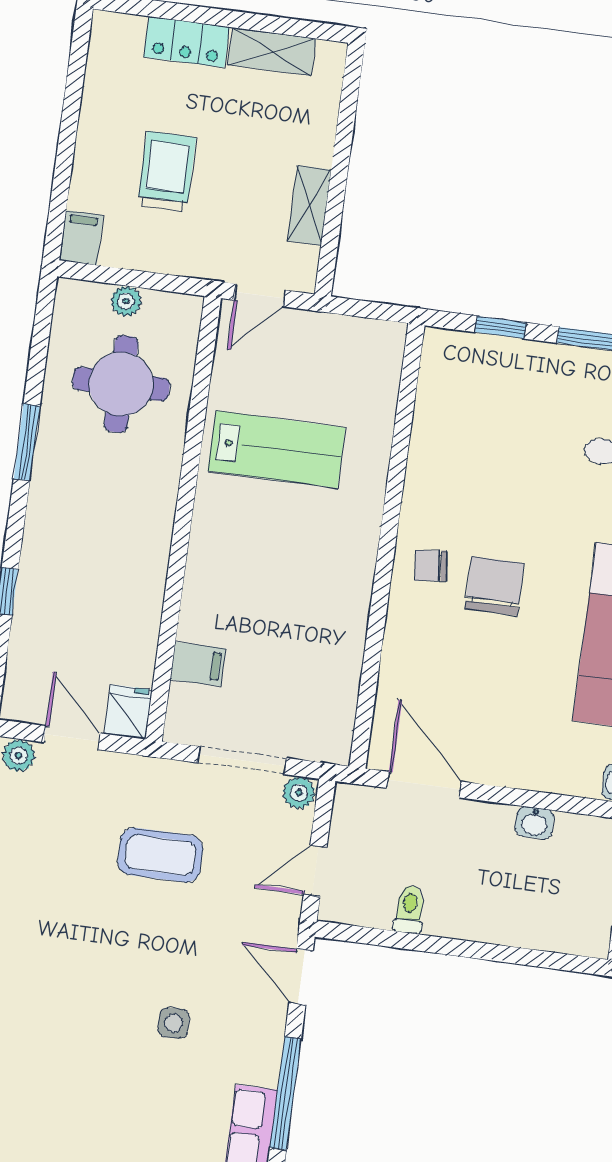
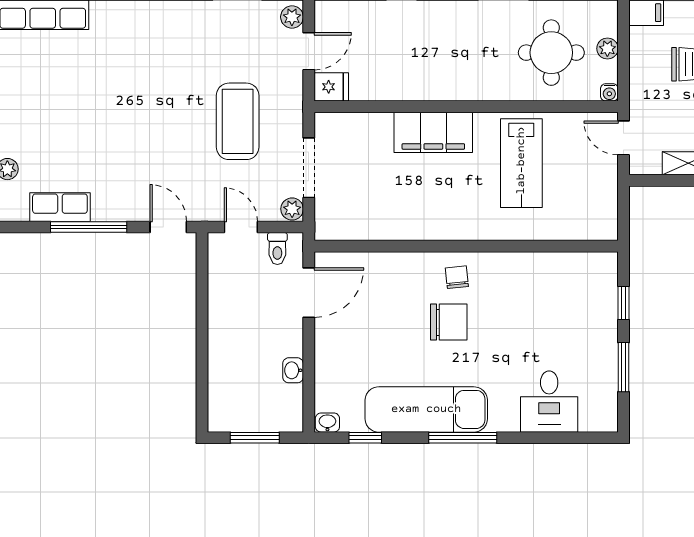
water cooler: (190, 307) -> (609, 92), added
filing cabinet: (198, 664) -> (433, 132), moved, width x3.00, depth x1.17
coffee table: (160, 855) -> (238, 121), width x1.36, depth x1.32
toilet: (409, 909) -> (277, 249), moved, turned 90
door: (301, 977) -> (168, 227), hinge flipped
side table: (174, 1023) -> (126, 145), removed

